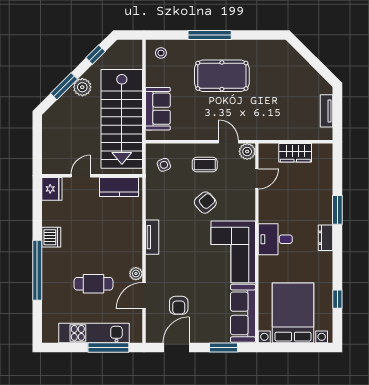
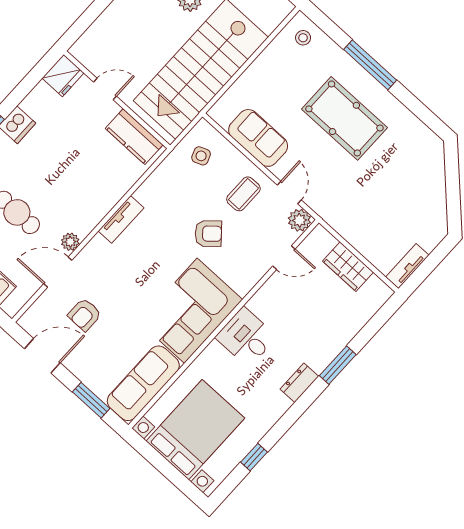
sofa: (158, 109) -> (258, 138), moved, turned -90
tv unit: (326, 111) -> (407, 266), moved
coffee table: (205, 165) -> (243, 194), turned 90

